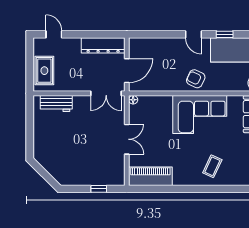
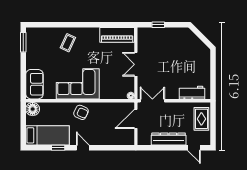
dresser: (103, 45) -> (169, 139), moved

